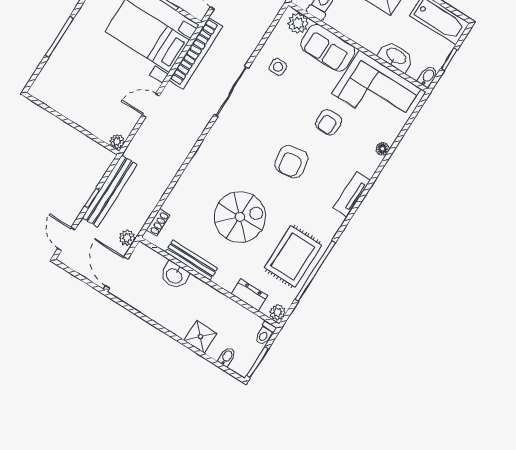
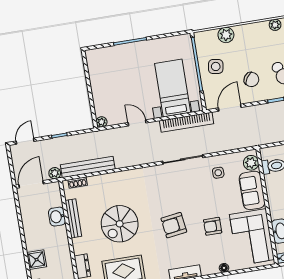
bench: (110, 191) -> (88, 167), moved
spiral stairs: (240, 217) -> (120, 224), turned 90

